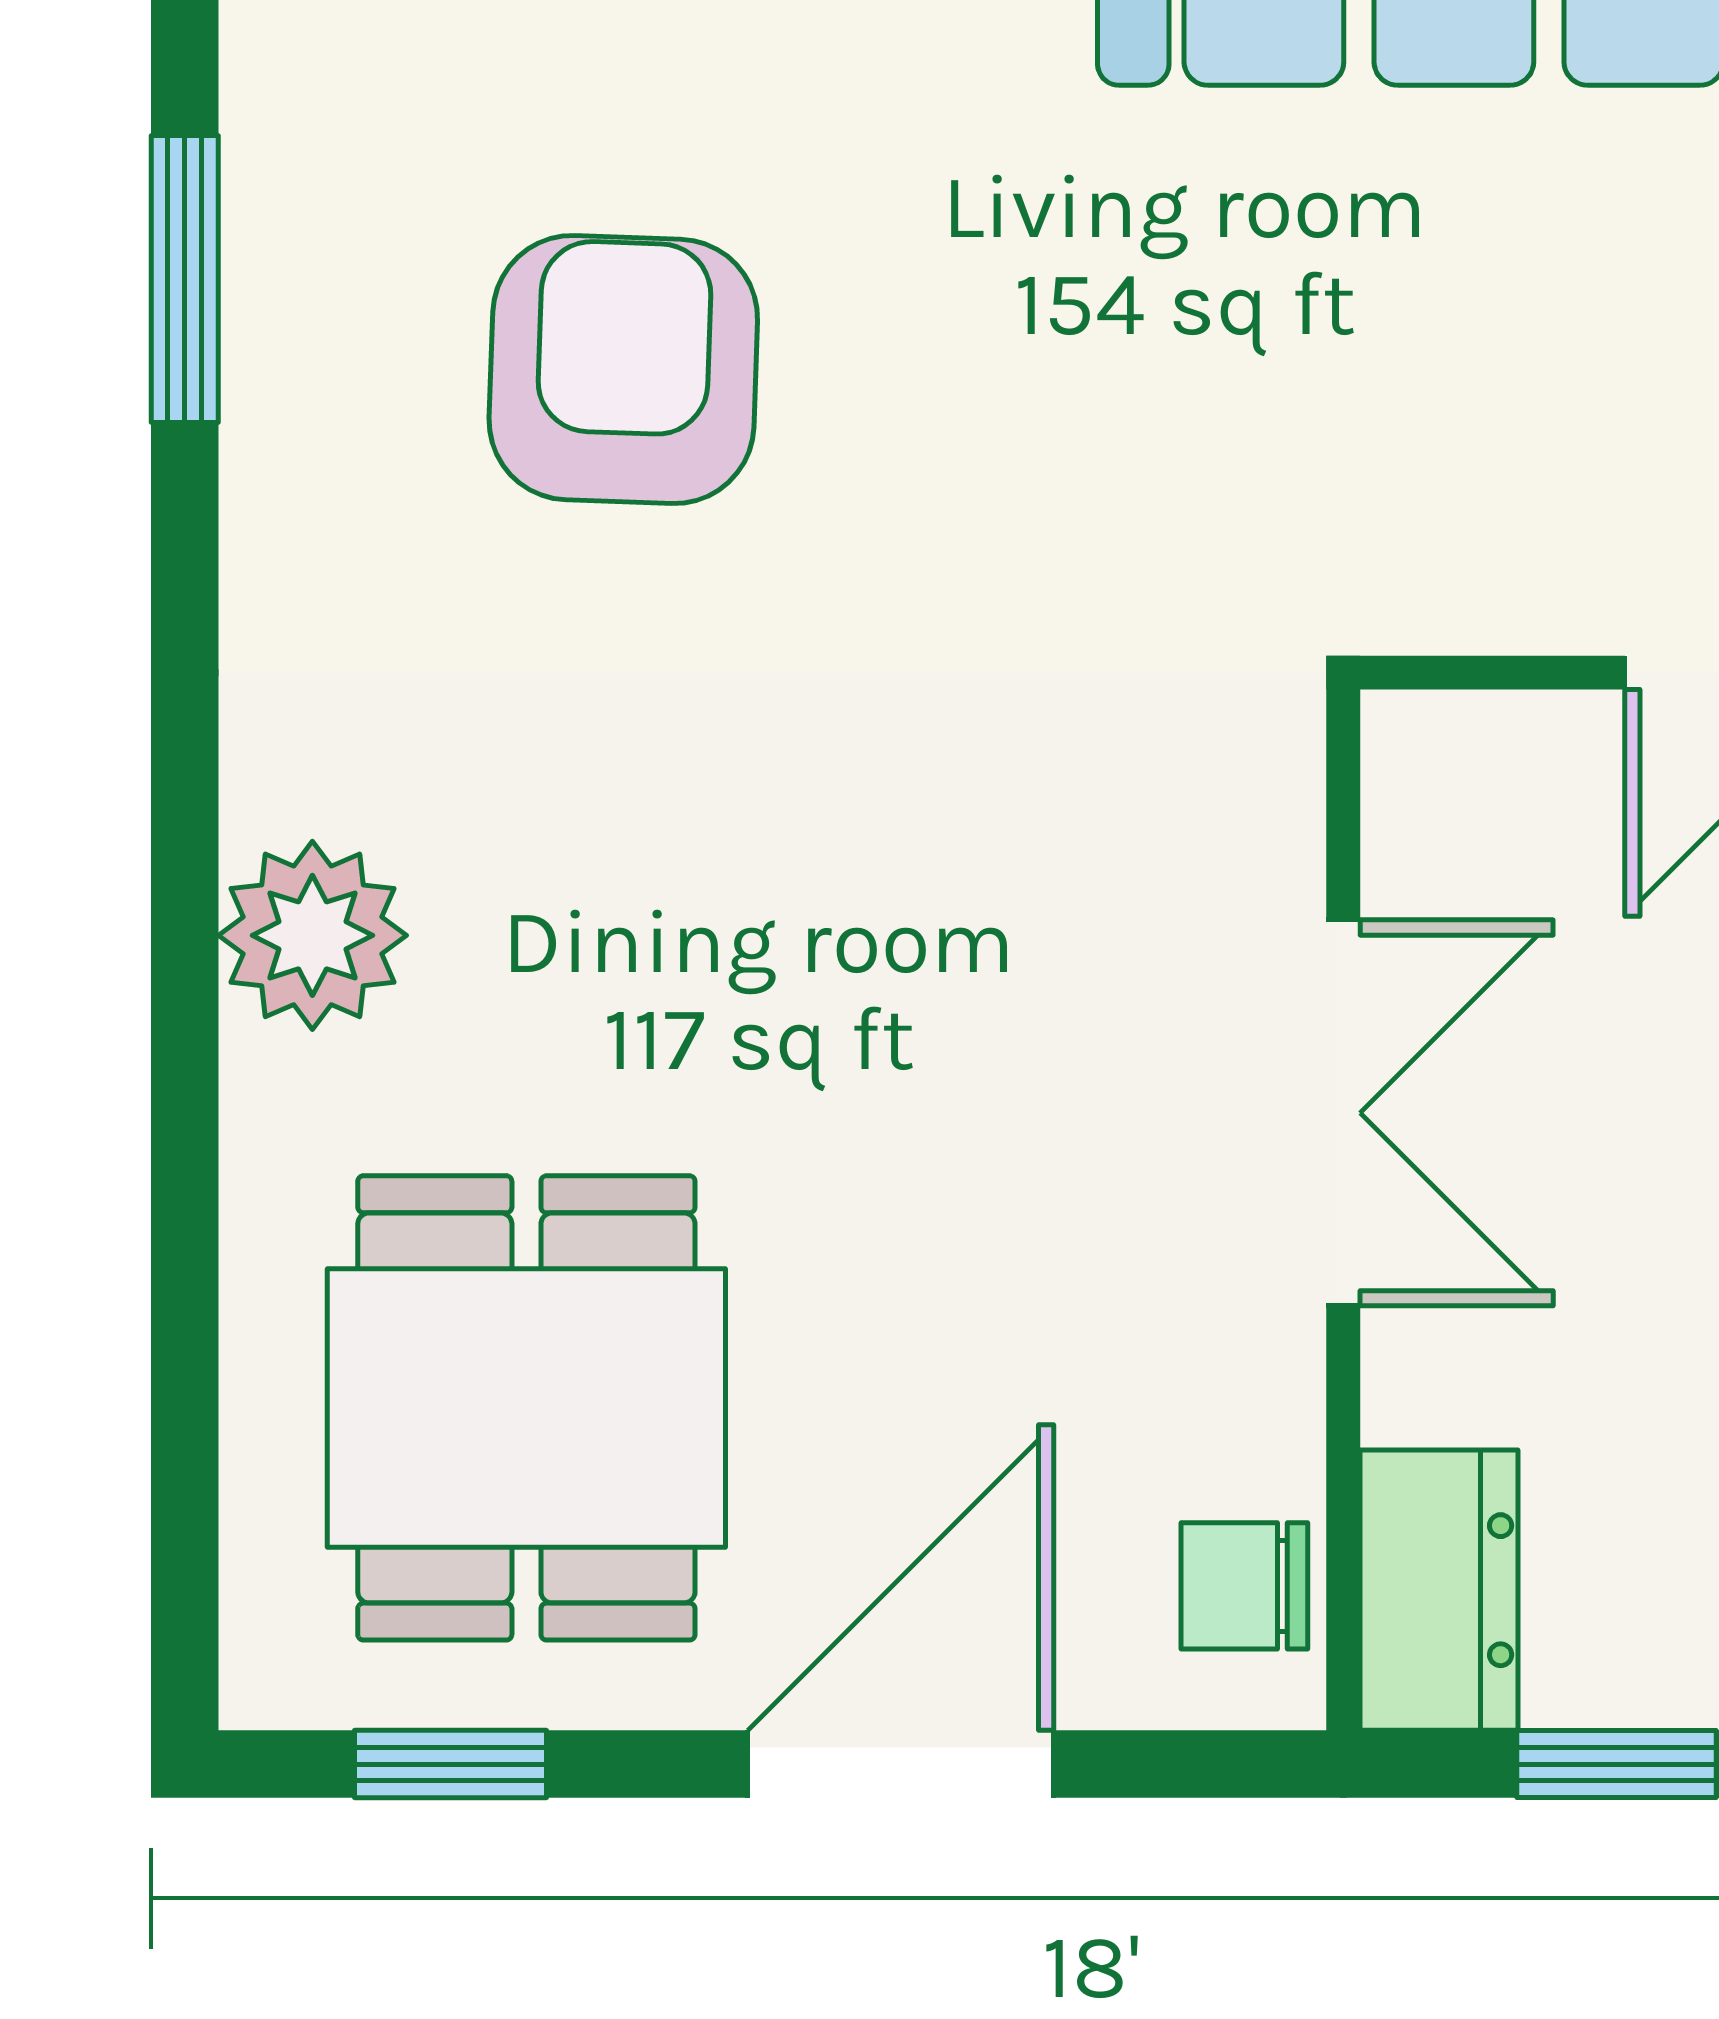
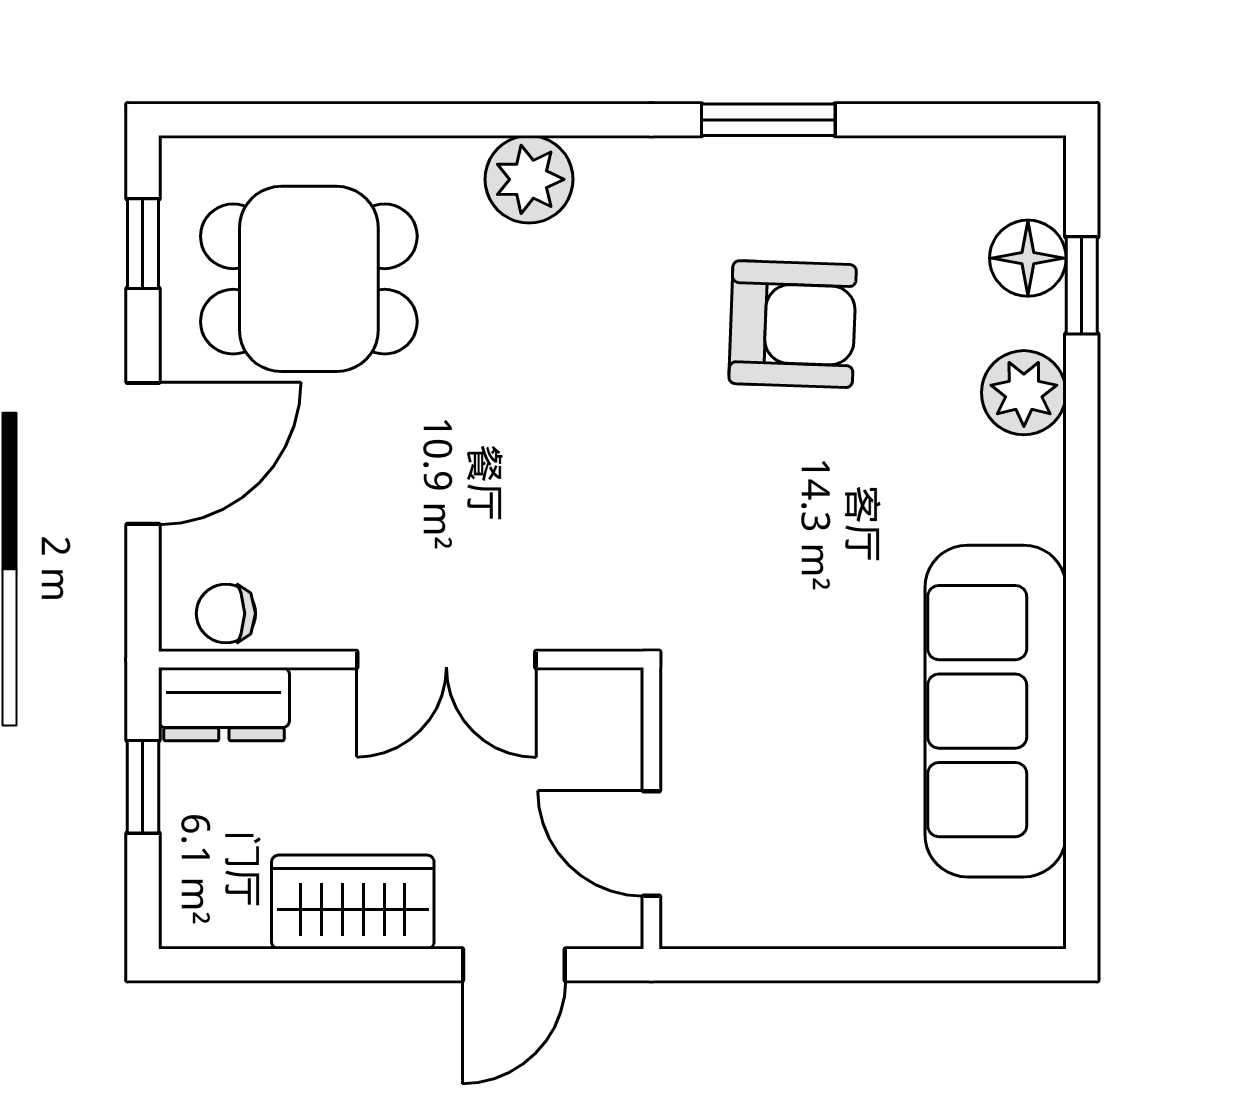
window: (185, 279) -> (768, 120), moved
chair: (1244, 1586) -> (226, 613), turned -90
door: (901, 1764) -> (143, 453), hinge flipped

